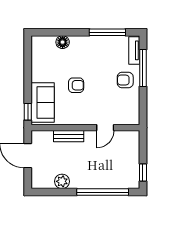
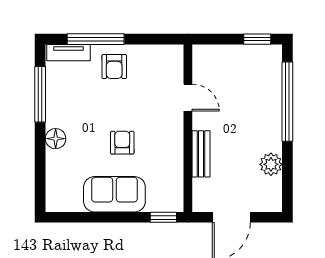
floor lamp: (63, 42) -> (56, 139), moved
sofa: (43, 102) -> (114, 194), moved

